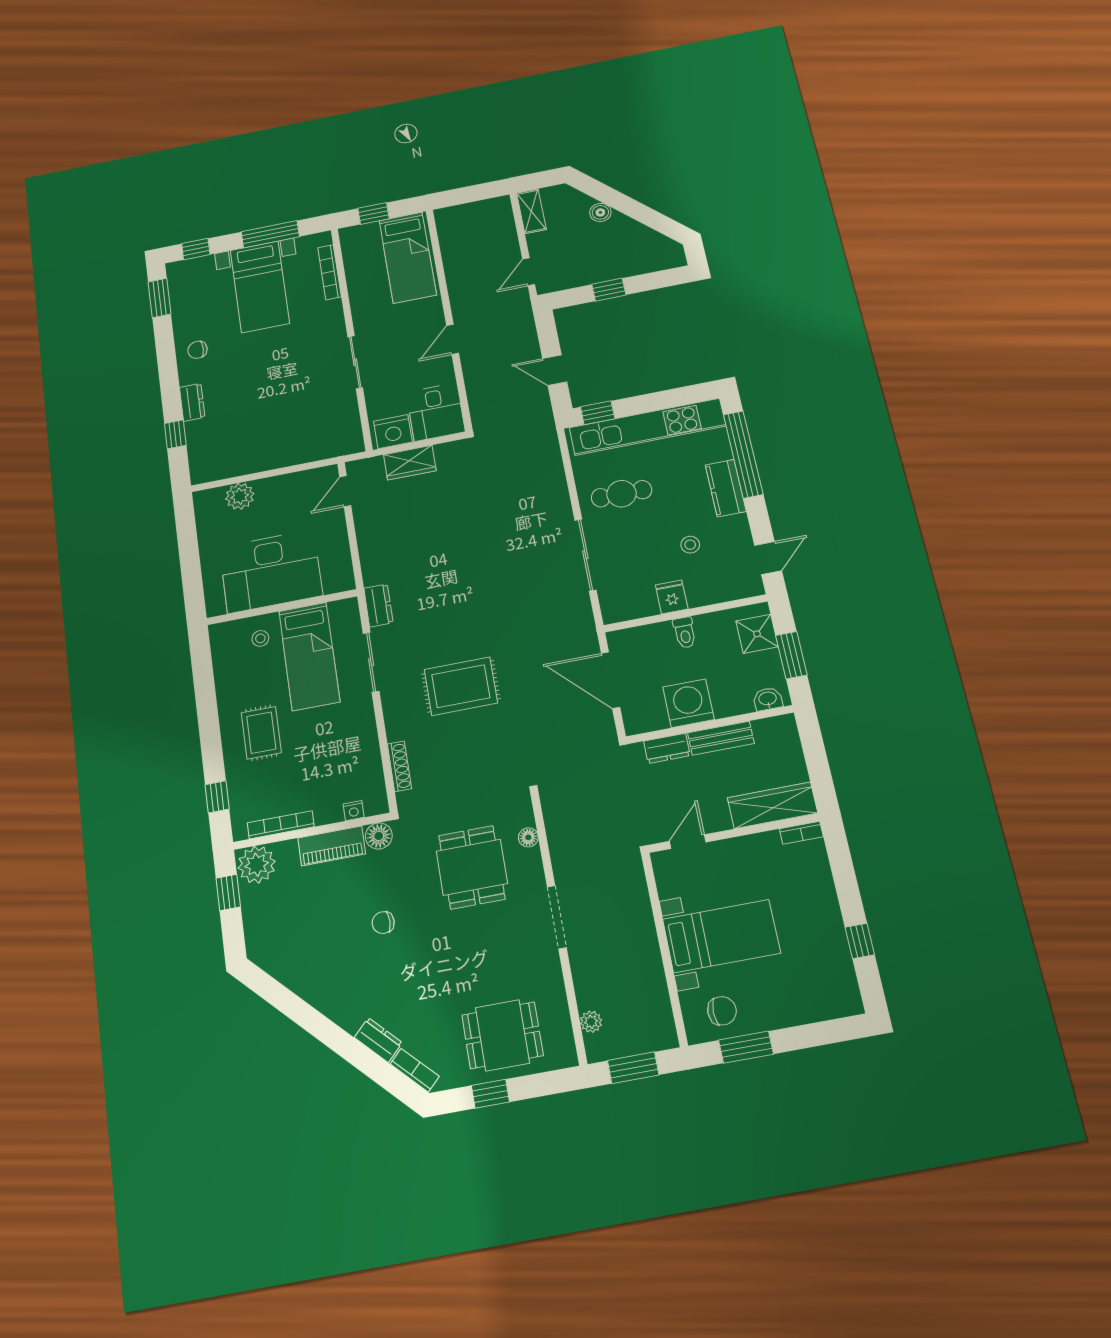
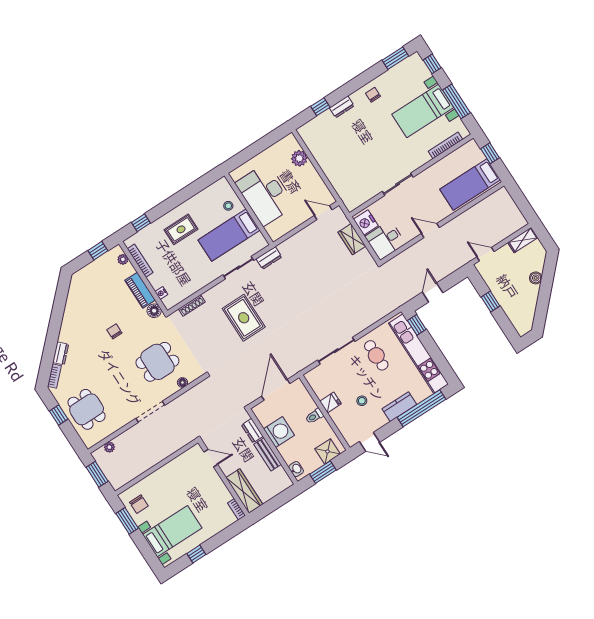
plant: (257, 865) -> (123, 259), width x0.53, depth x0.53
bed with nightstands: (721, 936) -> (172, 531), moved, turned -90

